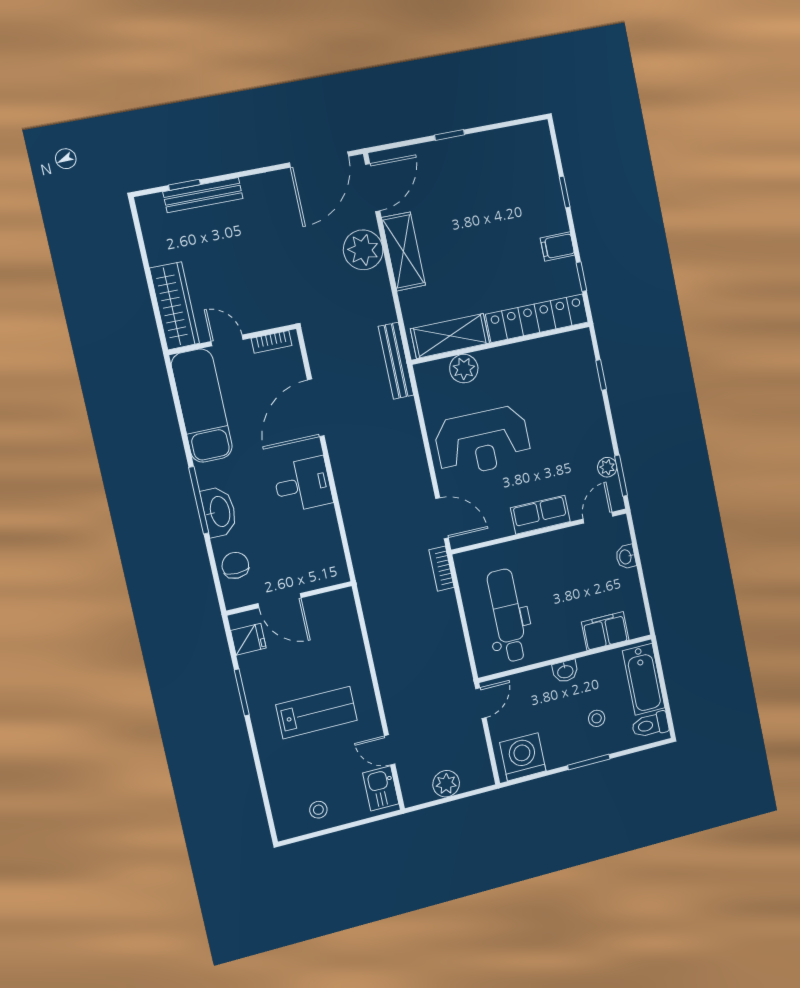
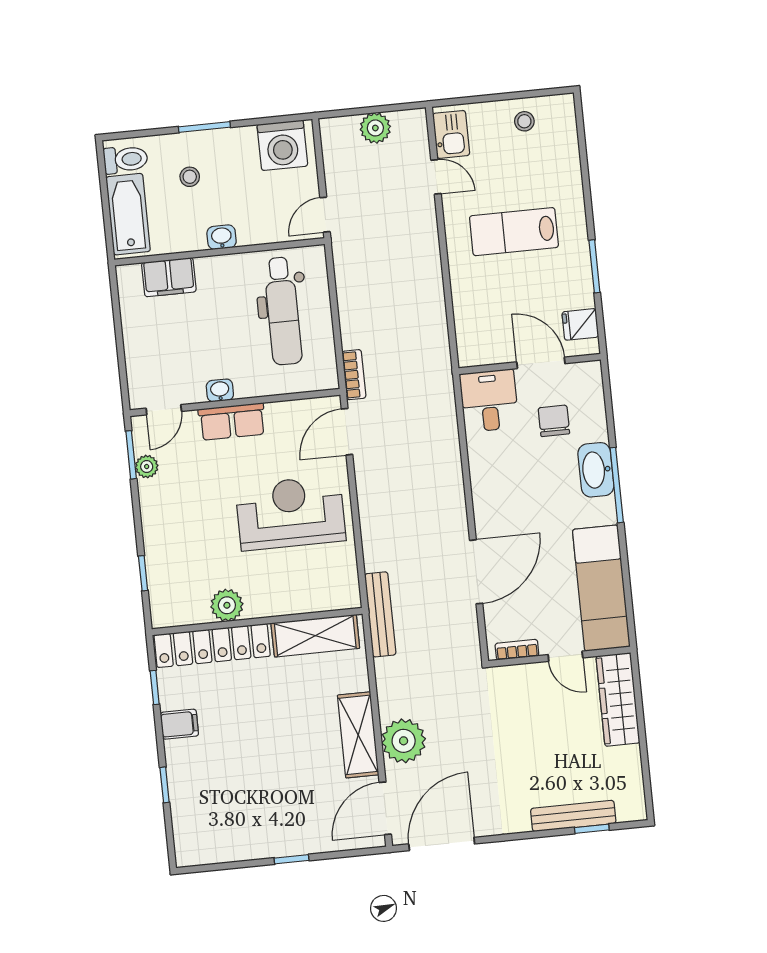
plant: (464, 369) -> (227, 605), moved
desk: (303, 485) -> (489, 401), moved, turned 90
door: (442, 518) -> (347, 432), hinge flipped
washbasin: (626, 557) -> (220, 390), moved, turned -90
chair: (235, 565) -> (554, 421), moved, turned 180

